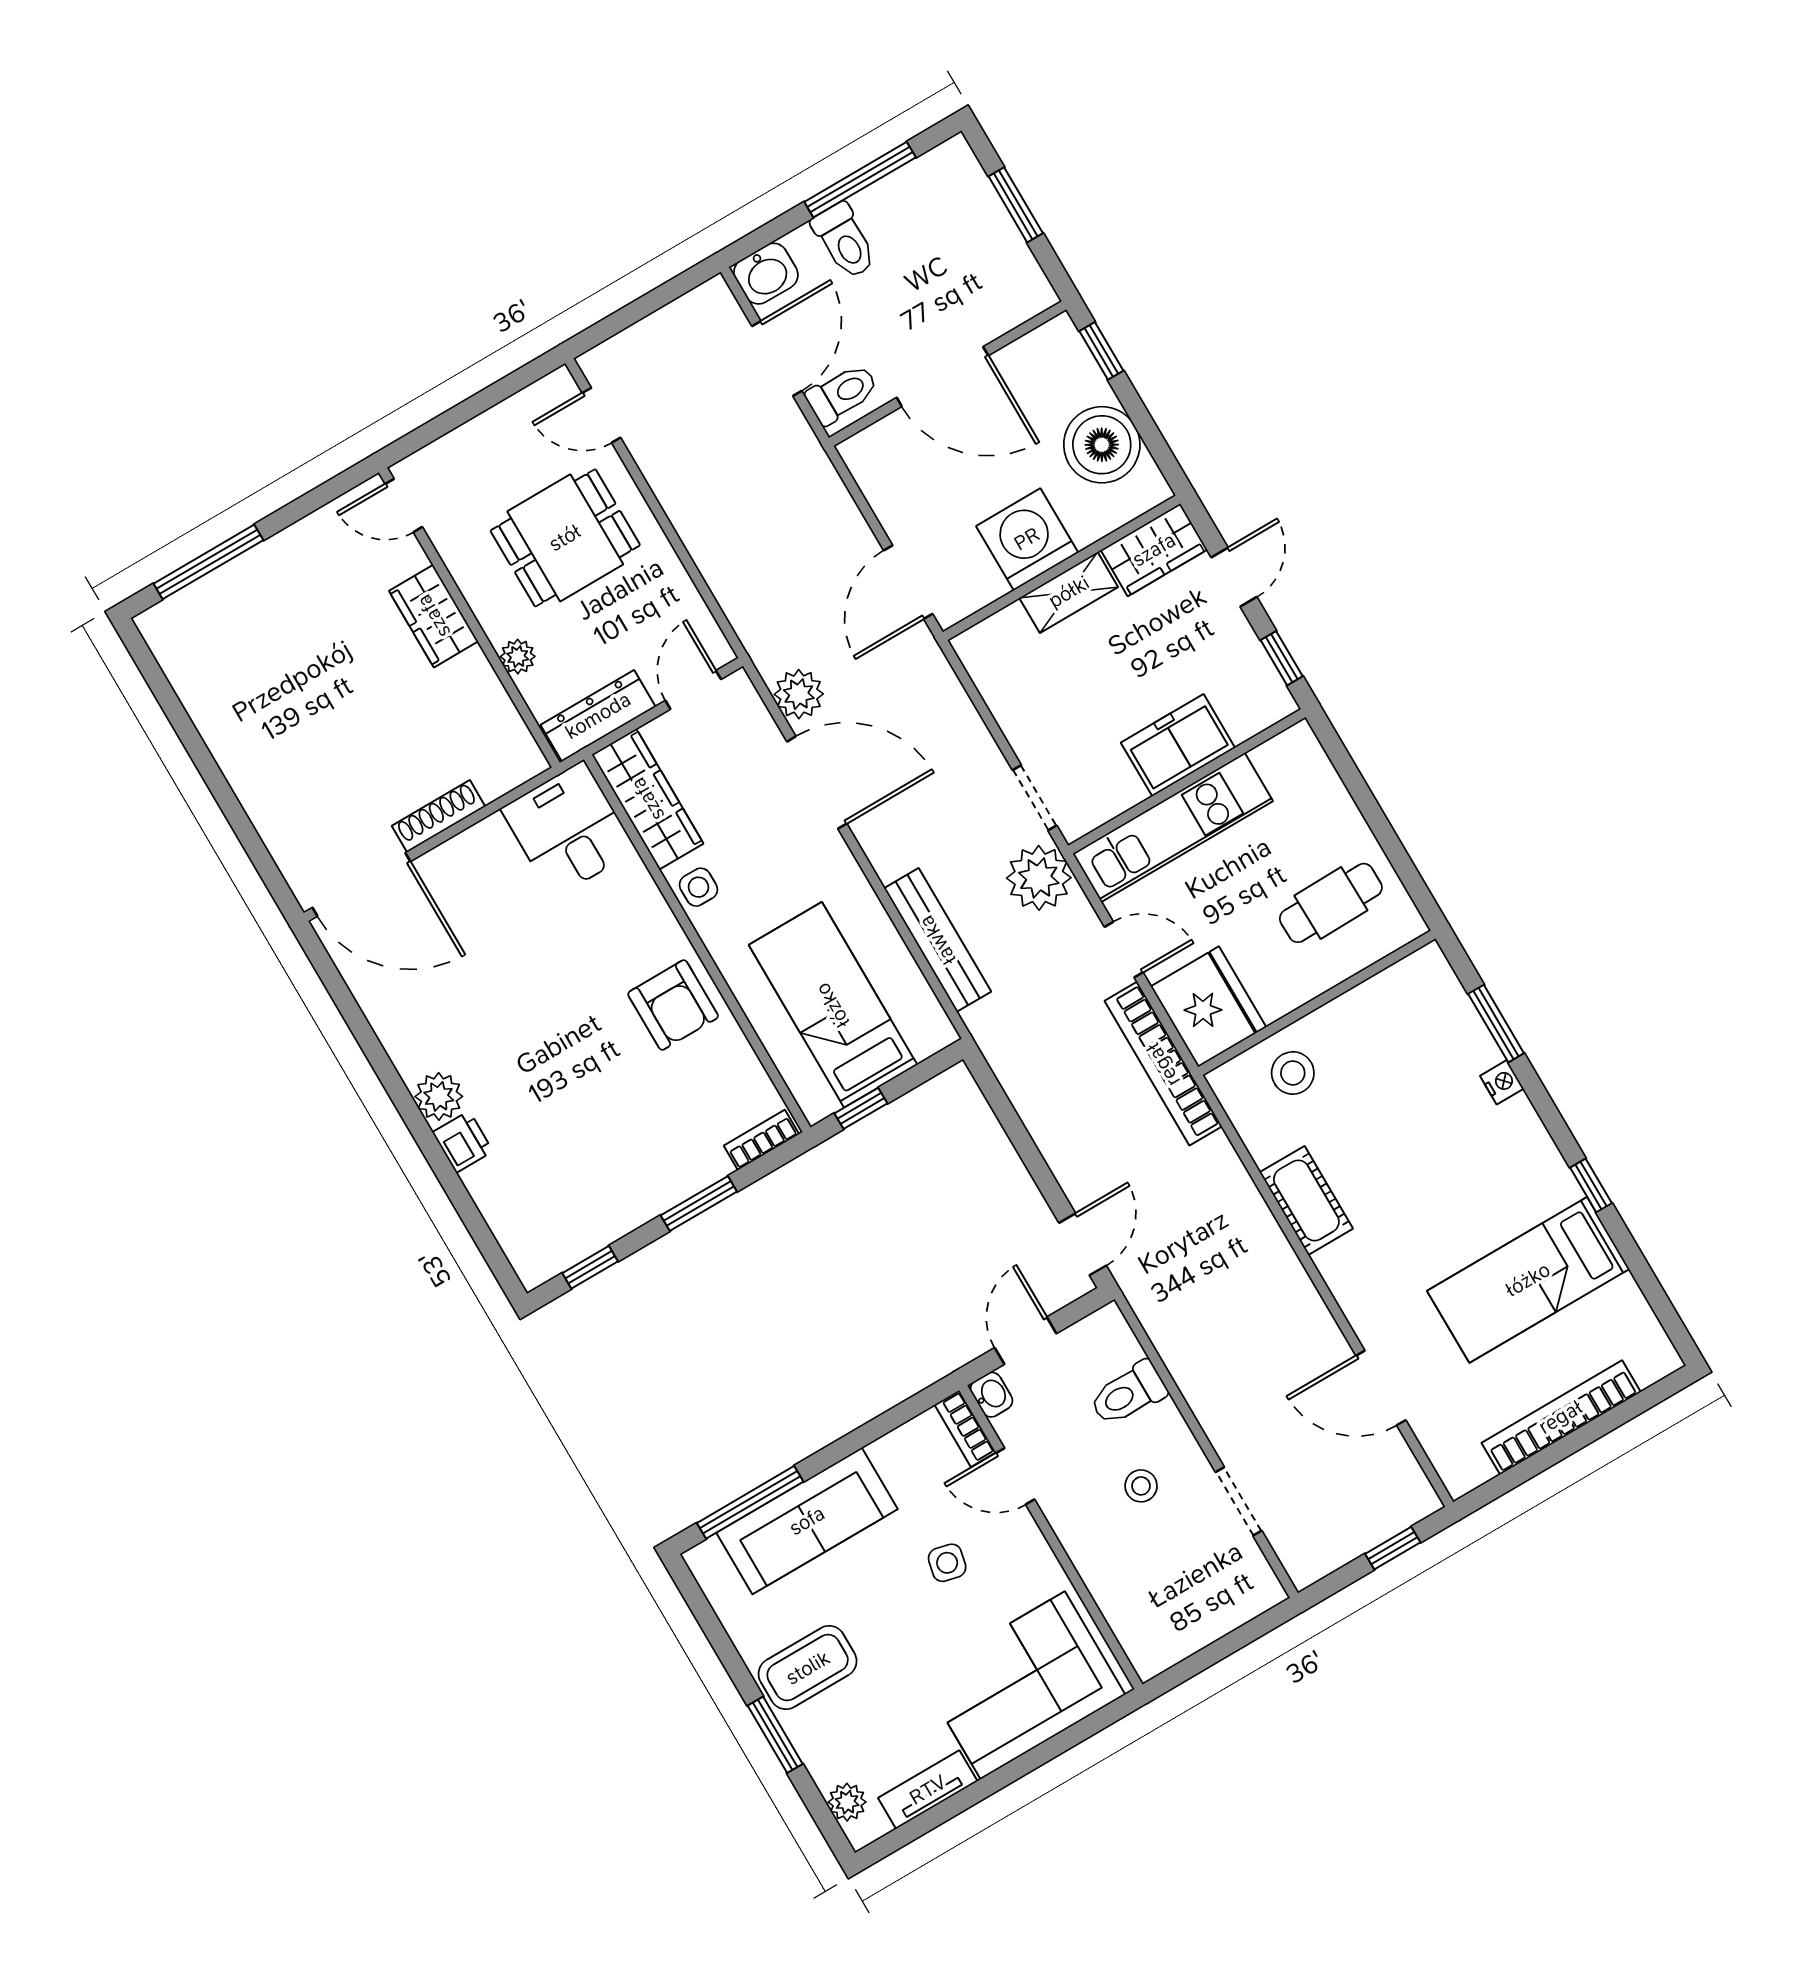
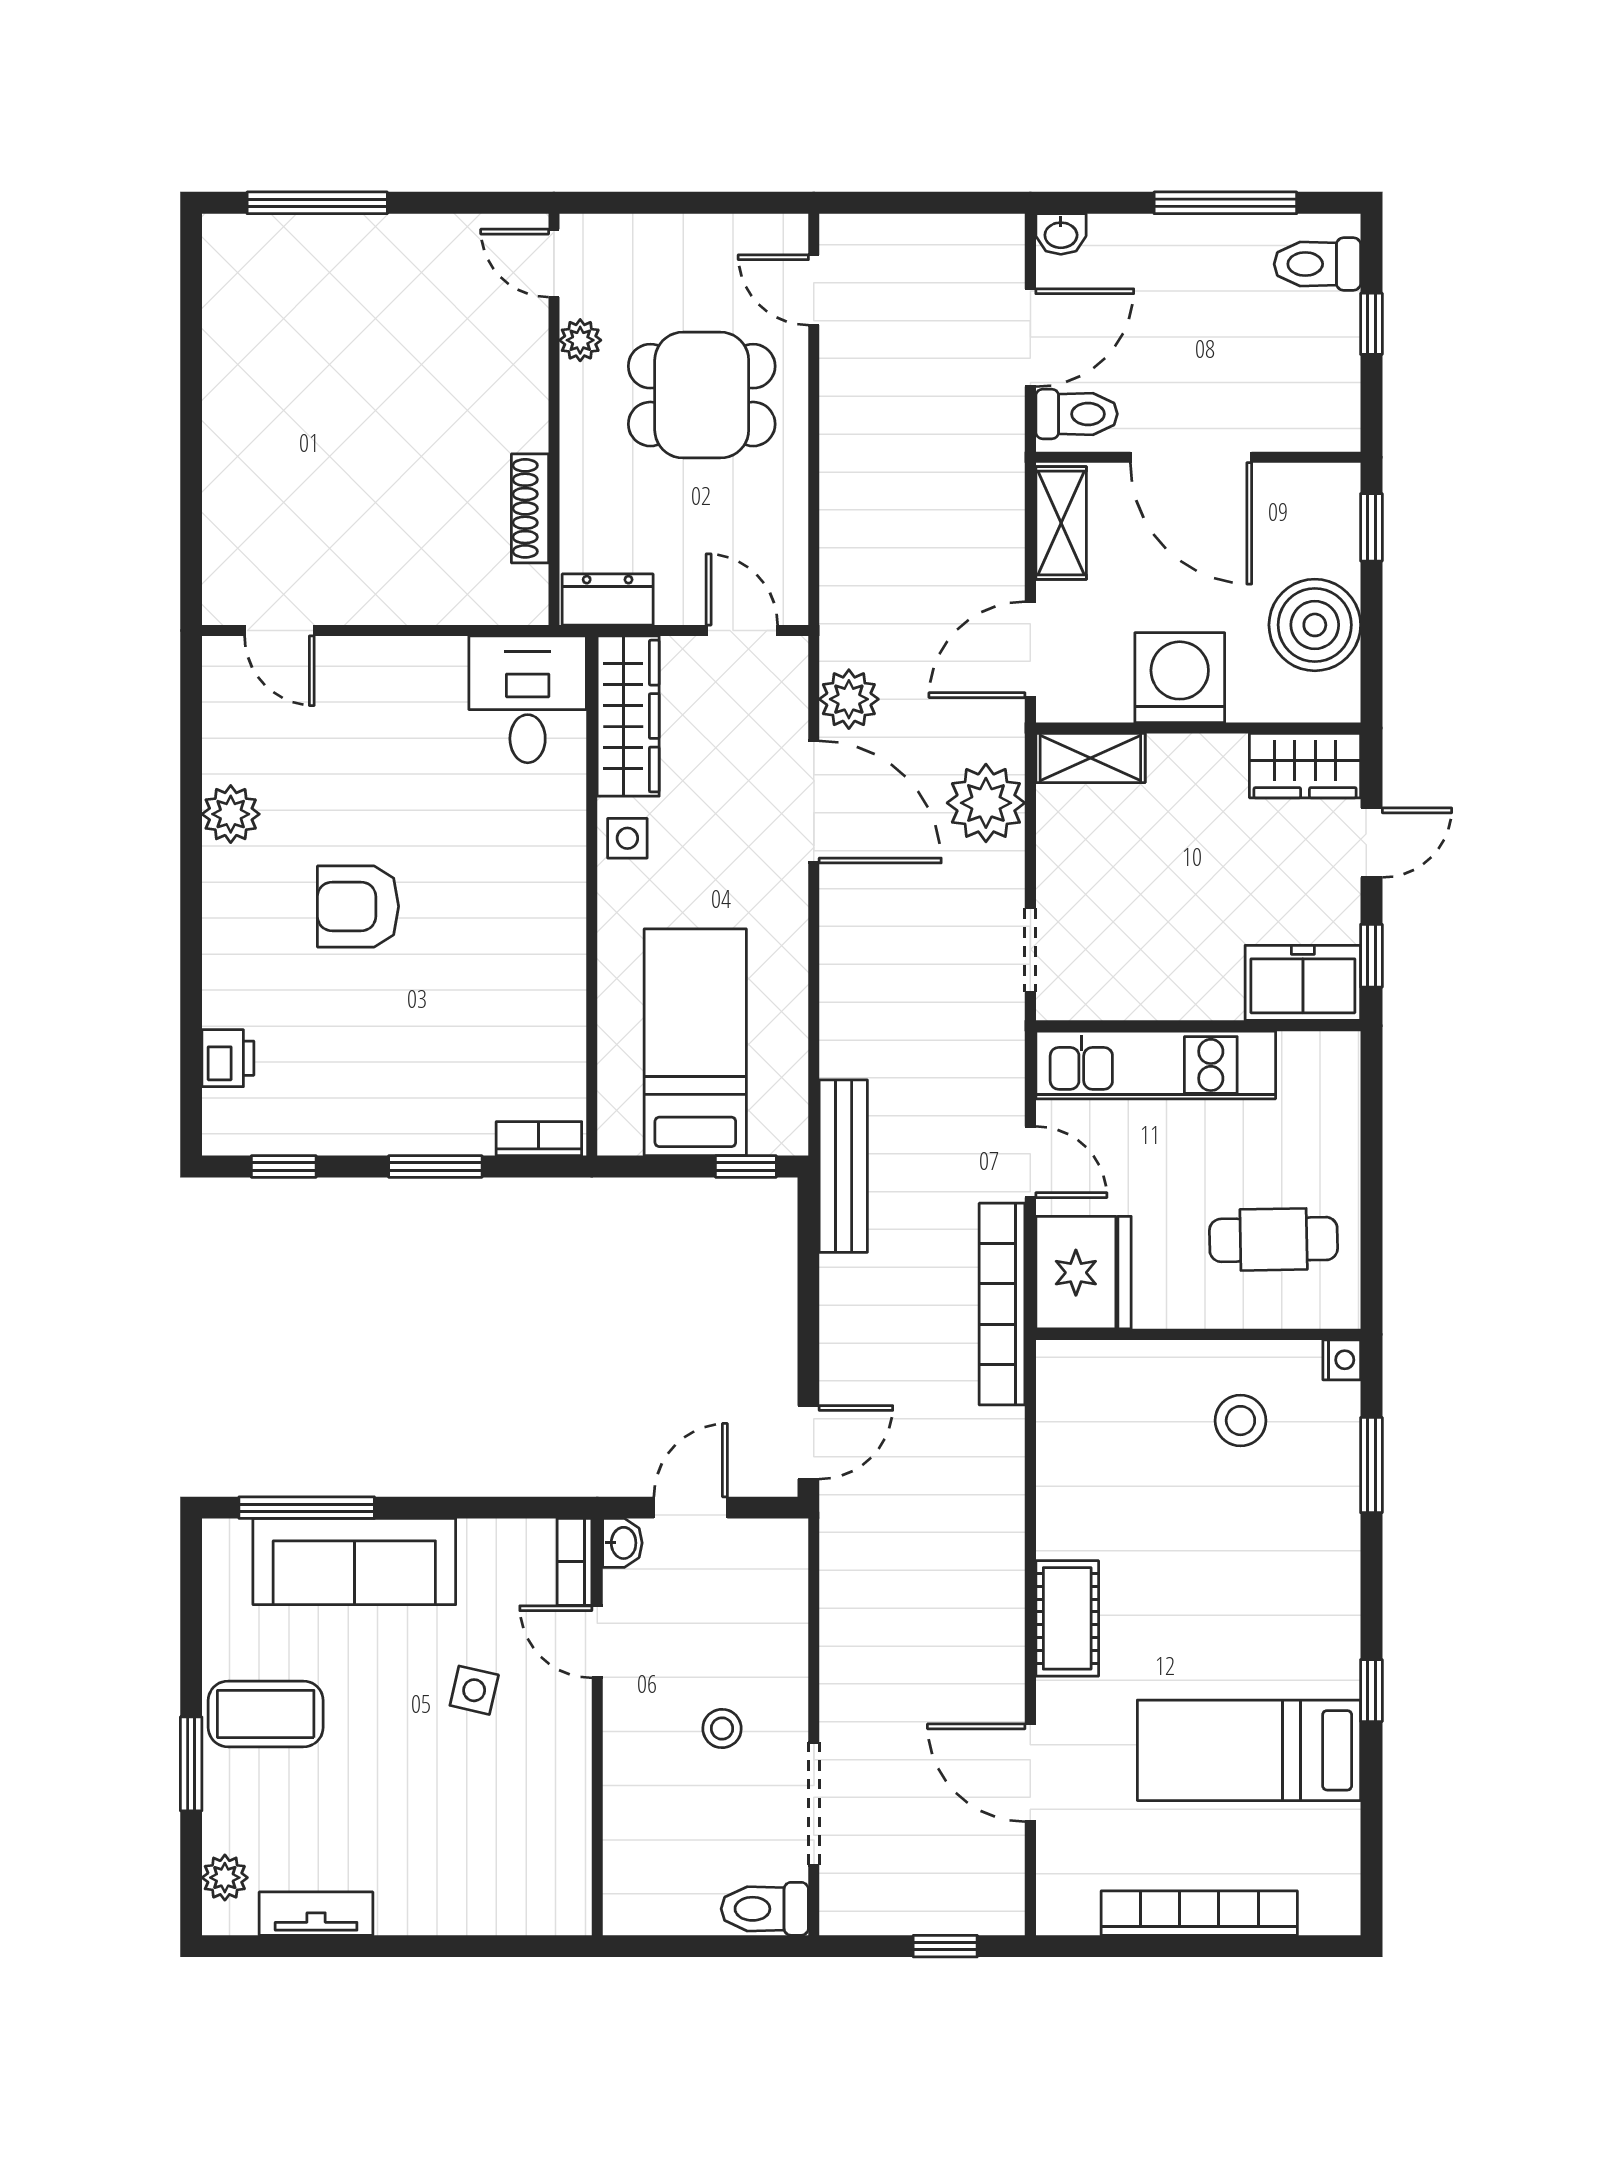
window: (1016, 205) -> (1371, 324), width x0.67
toilet: (845, 241) -> (1317, 264), moved, turned 90
washbasin: (766, 274) -> (1061, 234), width x0.72, depth x0.69
shelving: (877, 478) -> (1061, 523), added
shelving: (1069, 592) -> (1090, 758), moved
wardrobe: (434, 616) -> (518, 396), removed
plant: (518, 657) -> (580, 340), moved
door: (693, 690) -> (742, 631), hinge flipped
dresser: (598, 716) -> (608, 600), width x0.70
freezer: (1178, 745) -> (1303, 983), moved
shoe rack: (438, 816) -> (530, 508), moved, turned -90
plant: (1039, 878) -> (986, 803), moved
door: (361, 885) -> (279, 631), width x0.53
bench: (938, 940) -> (843, 1166), moved
armchair: (673, 1005) -> (358, 906), moved, turned 90
stool: (1293, 1073) -> (1240, 1421), moved
nightstand: (1502, 1082) -> (1342, 1360), moved
plant: (439, 1096) -> (231, 814), moved
window: (861, 1108) -> (746, 1167), moved
printer: (463, 1142) -> (228, 1058), moved
cot: (1306, 1200) -> (1067, 1618), moved
toilet: (1128, 1394) -> (765, 1909), moved
doorway: (1239, 1501) -> (814, 1804), width x1.38
corner sofa: (1023, 1685) -> (478, 1863), removed

